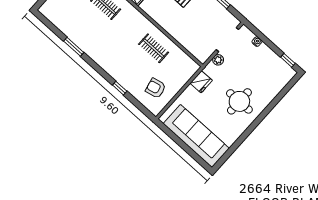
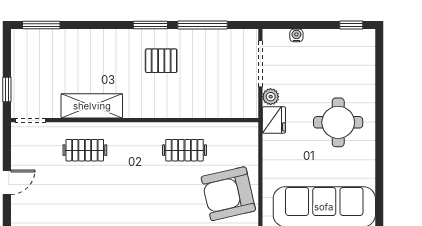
fridge: (201, 82) -> (274, 120), moved
armchair: (156, 88) -> (228, 194), width x1.88, depth x1.88

